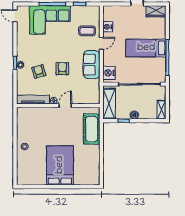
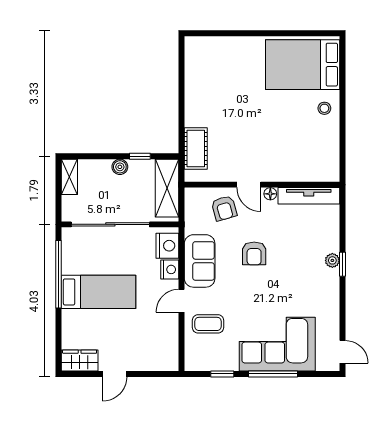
nightstand: (108, 27) -> (170, 269), moved
armchair: (39, 71) -> (224, 208), moved
door: (65, 106) -> (249, 185), hinge flipped
cot: (92, 129) -> (196, 148), width x0.73, depth x0.75
bed: (60, 165) -> (303, 65), moved, turned 90

